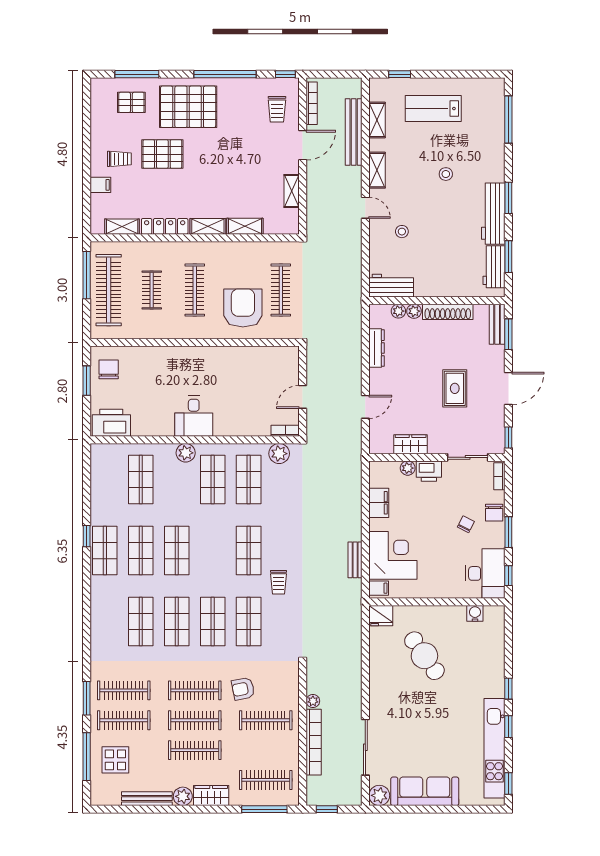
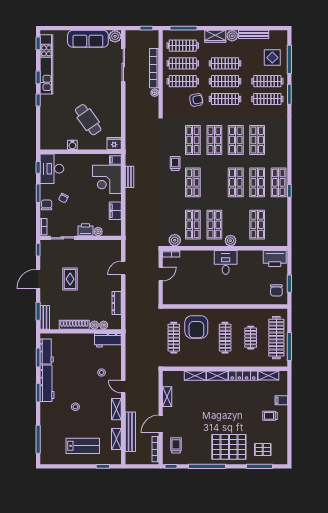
pallet: (162, 154) -> (244, 419), removed
wardrobe: (411, 444) -> (96, 246), removed
water cooler: (475, 613) -> (72, 145), moved
clothes rail: (266, 750) -> (183, 63), added

